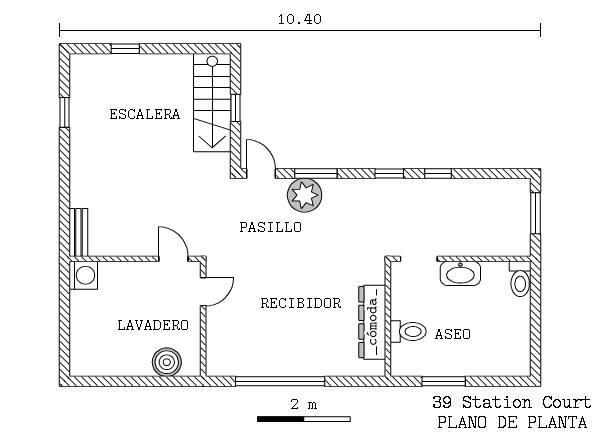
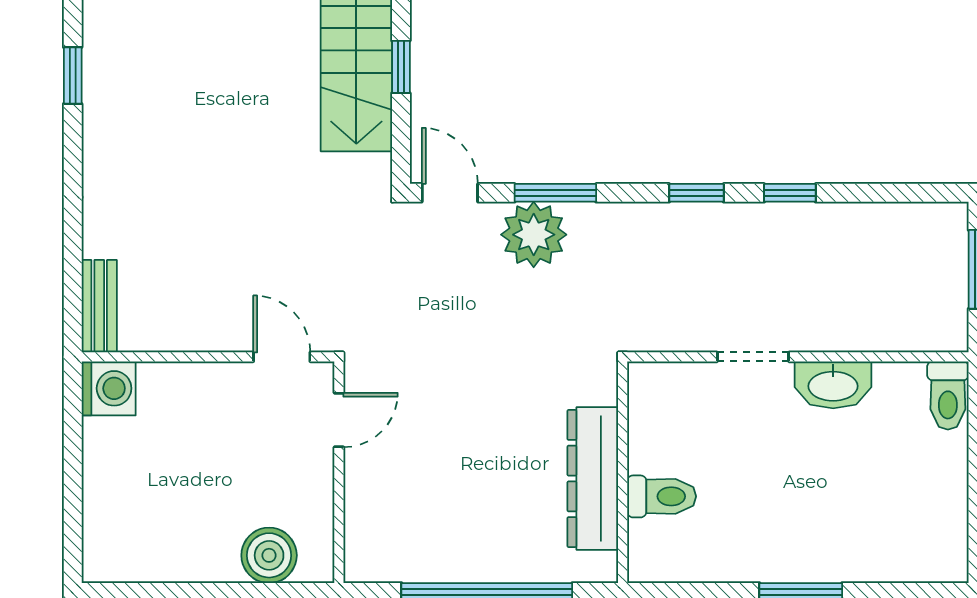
wall: (388, 319) -> (623, 472), moved
dresser: (372, 322) -> (593, 479), moved
toilet: (408, 332) -> (662, 496), moved

